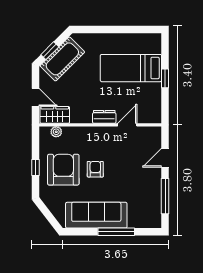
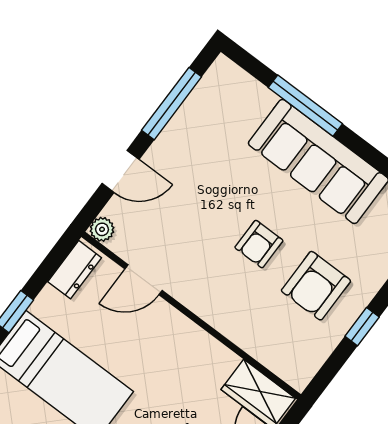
dresser: (104, 117) -> (75, 270), moved, turned -90
plant: (56, 132) -> (102, 229), moved
armchair: (63, 170) -> (316, 286), width x0.73, depth x0.73

